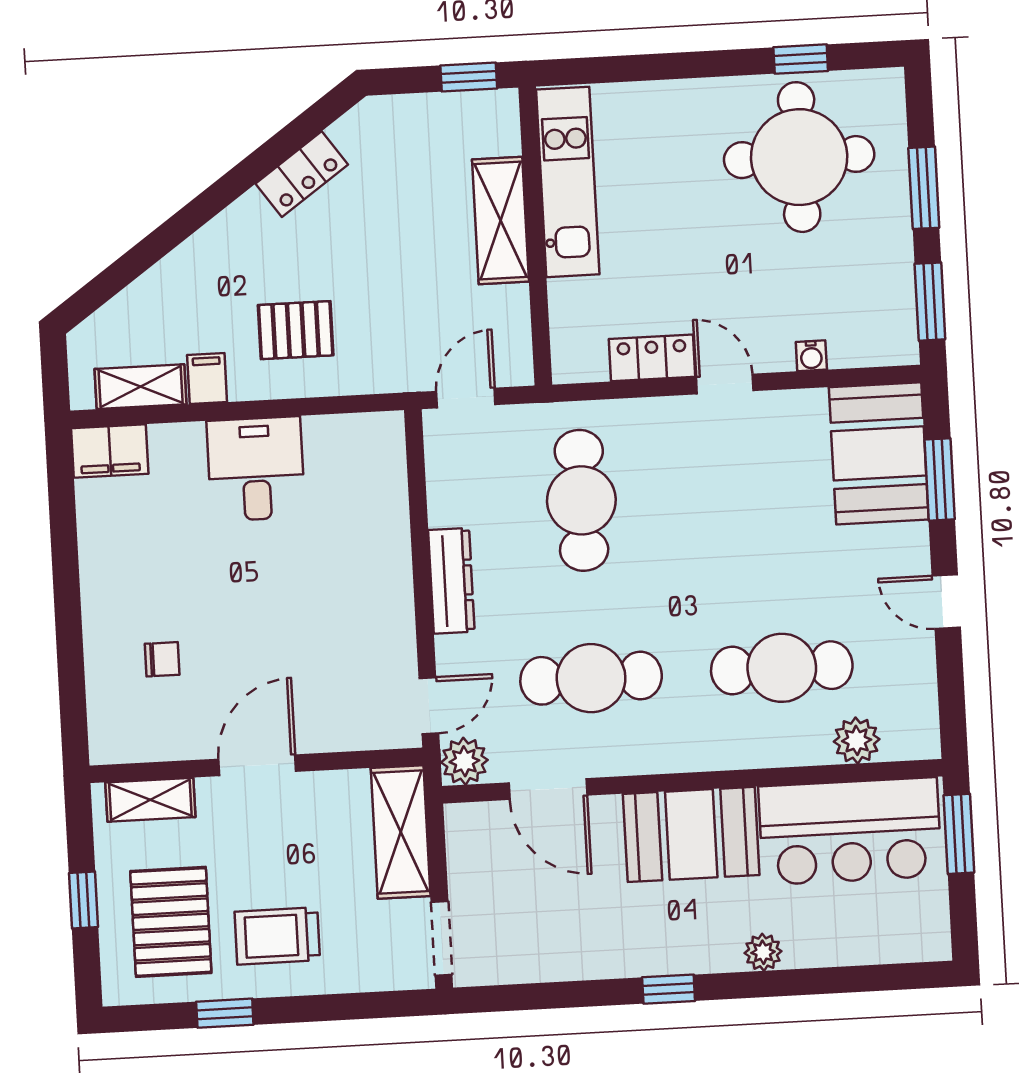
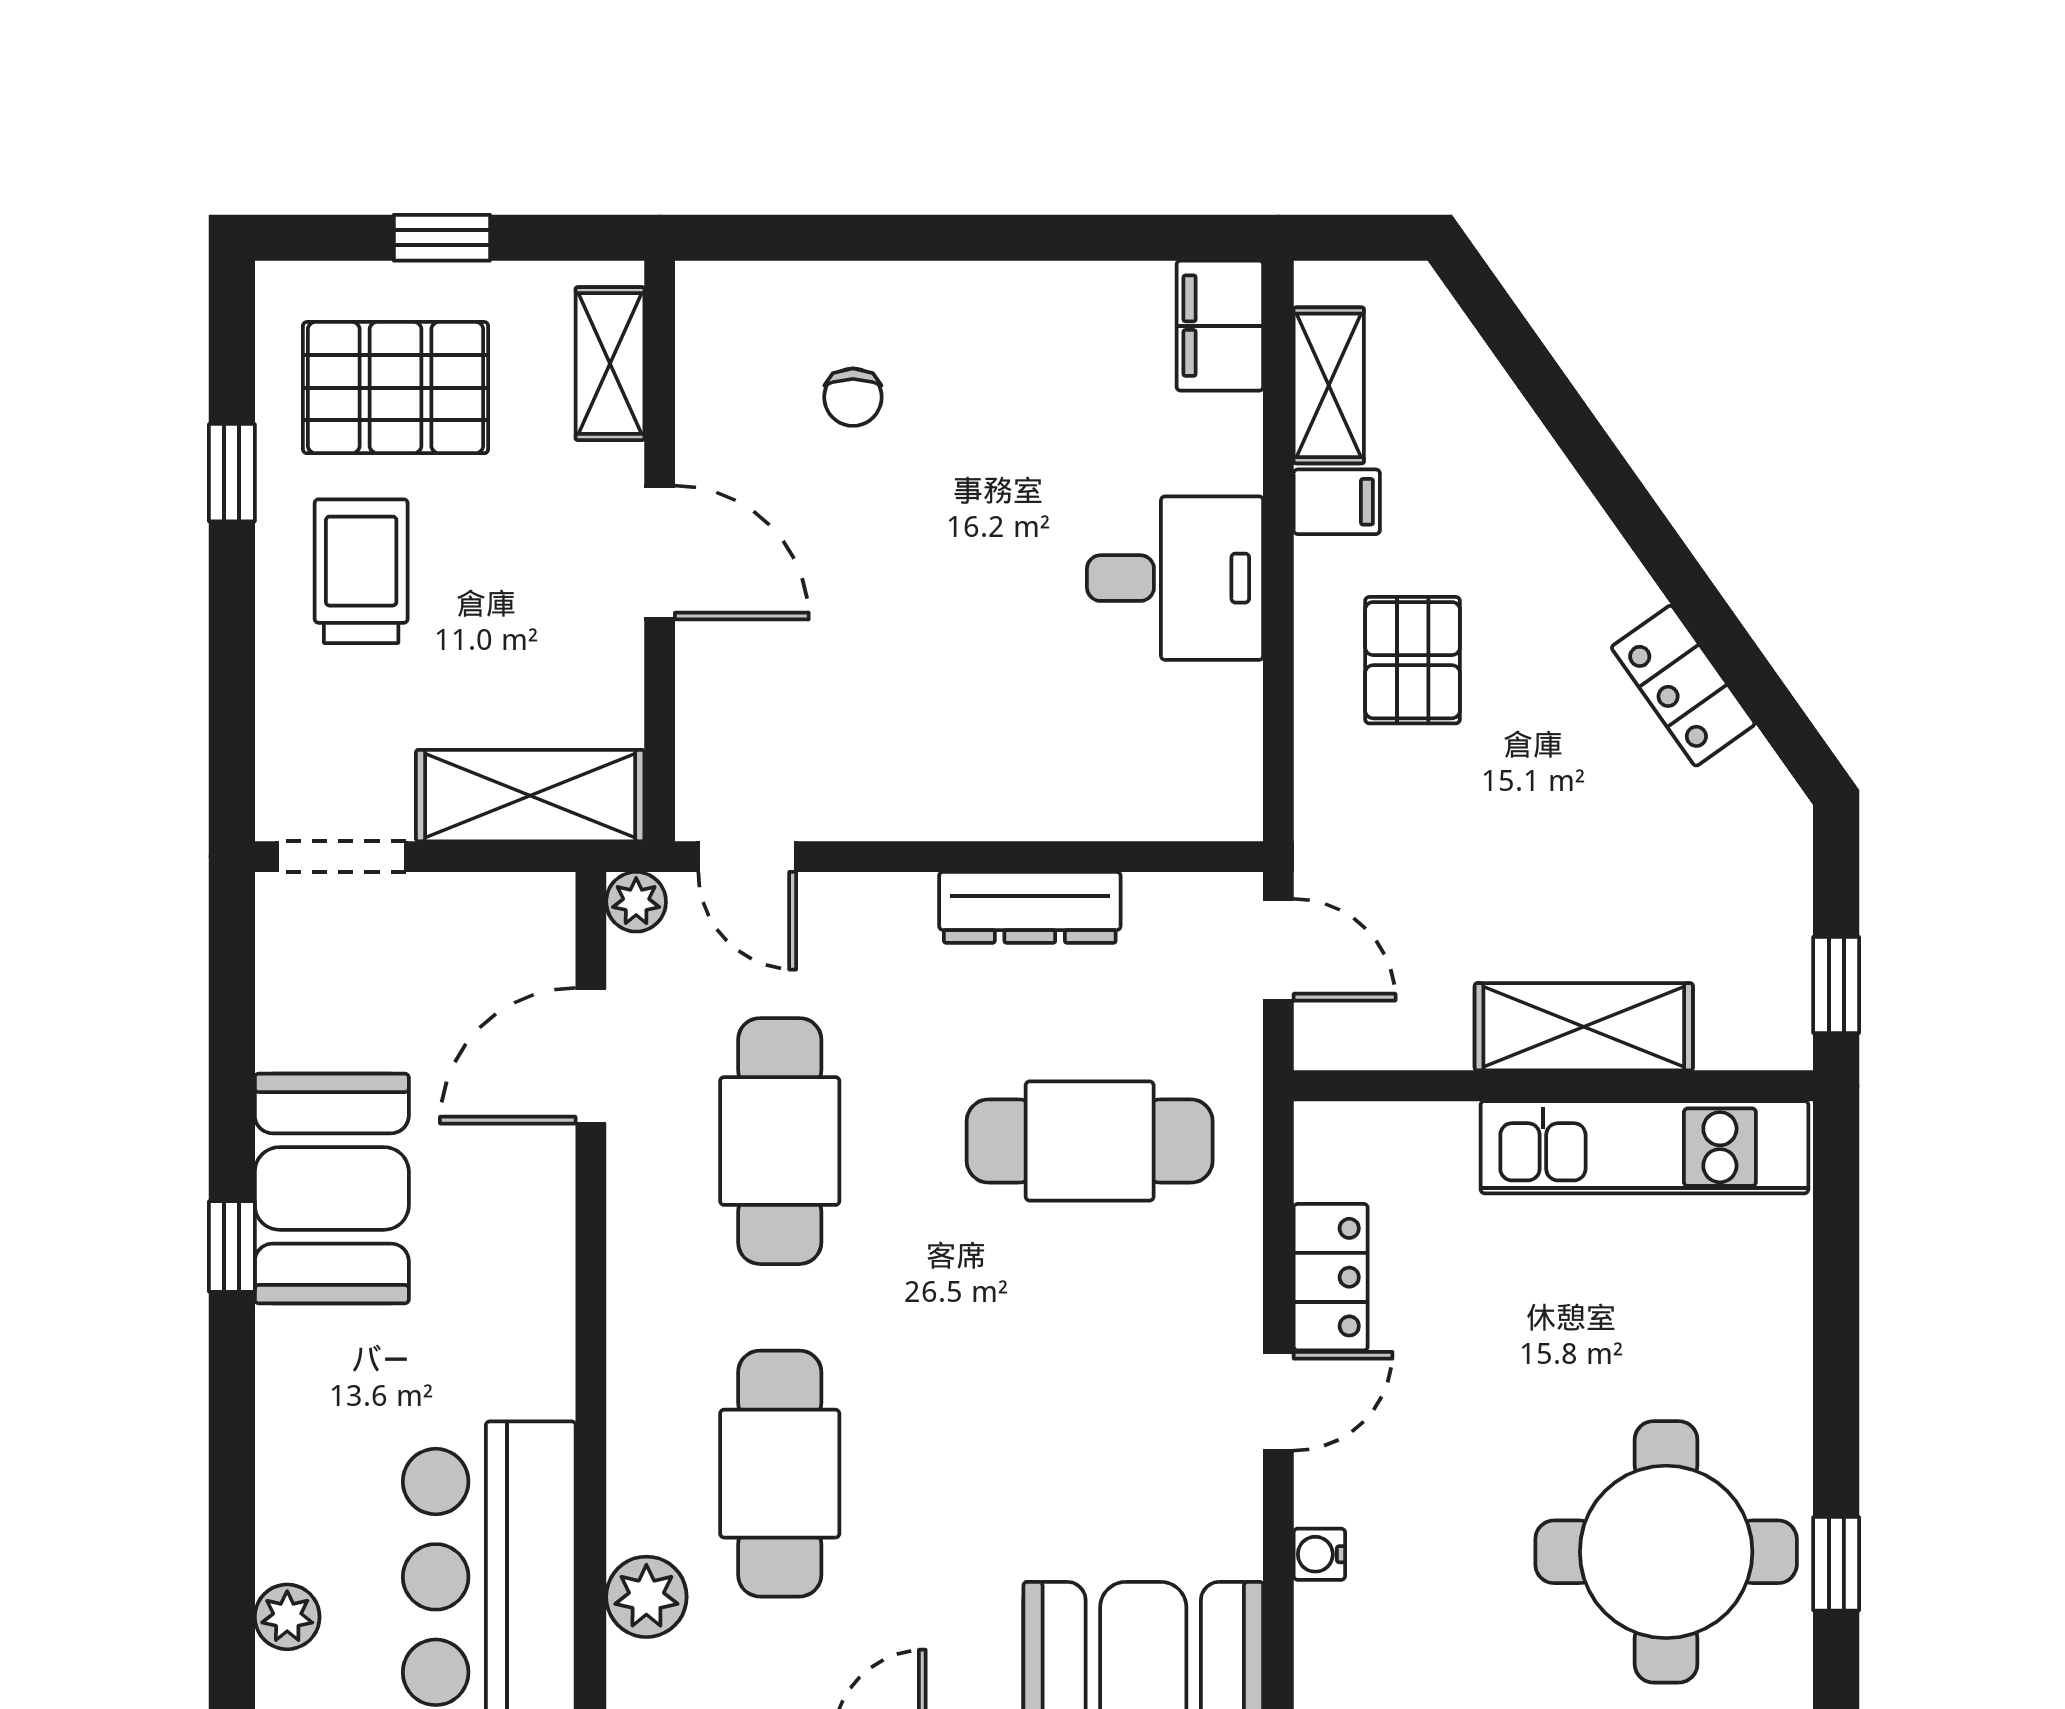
dresser: (451, 581) -> (1030, 907), moved
plant: (464, 761) -> (636, 902), width x0.73, depth x0.73
booth: (691, 834) -> (332, 1188), moved
plant: (763, 952) -> (287, 1617), moved

